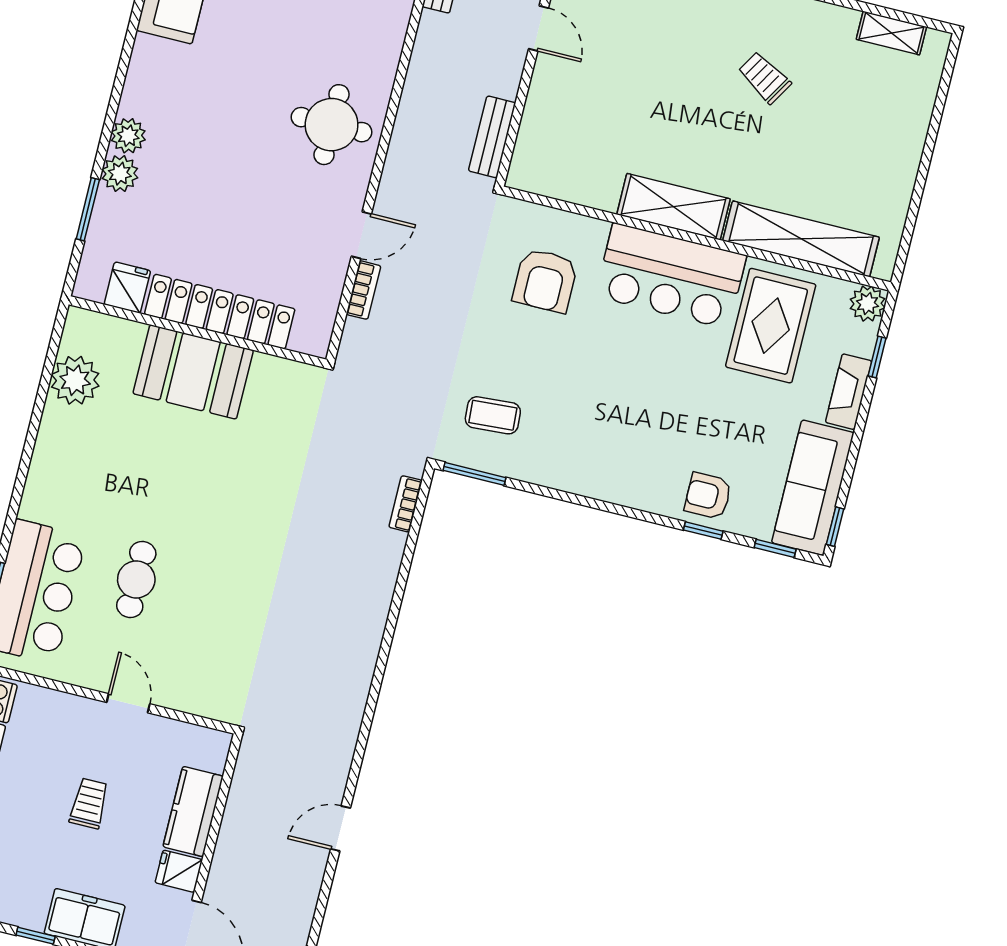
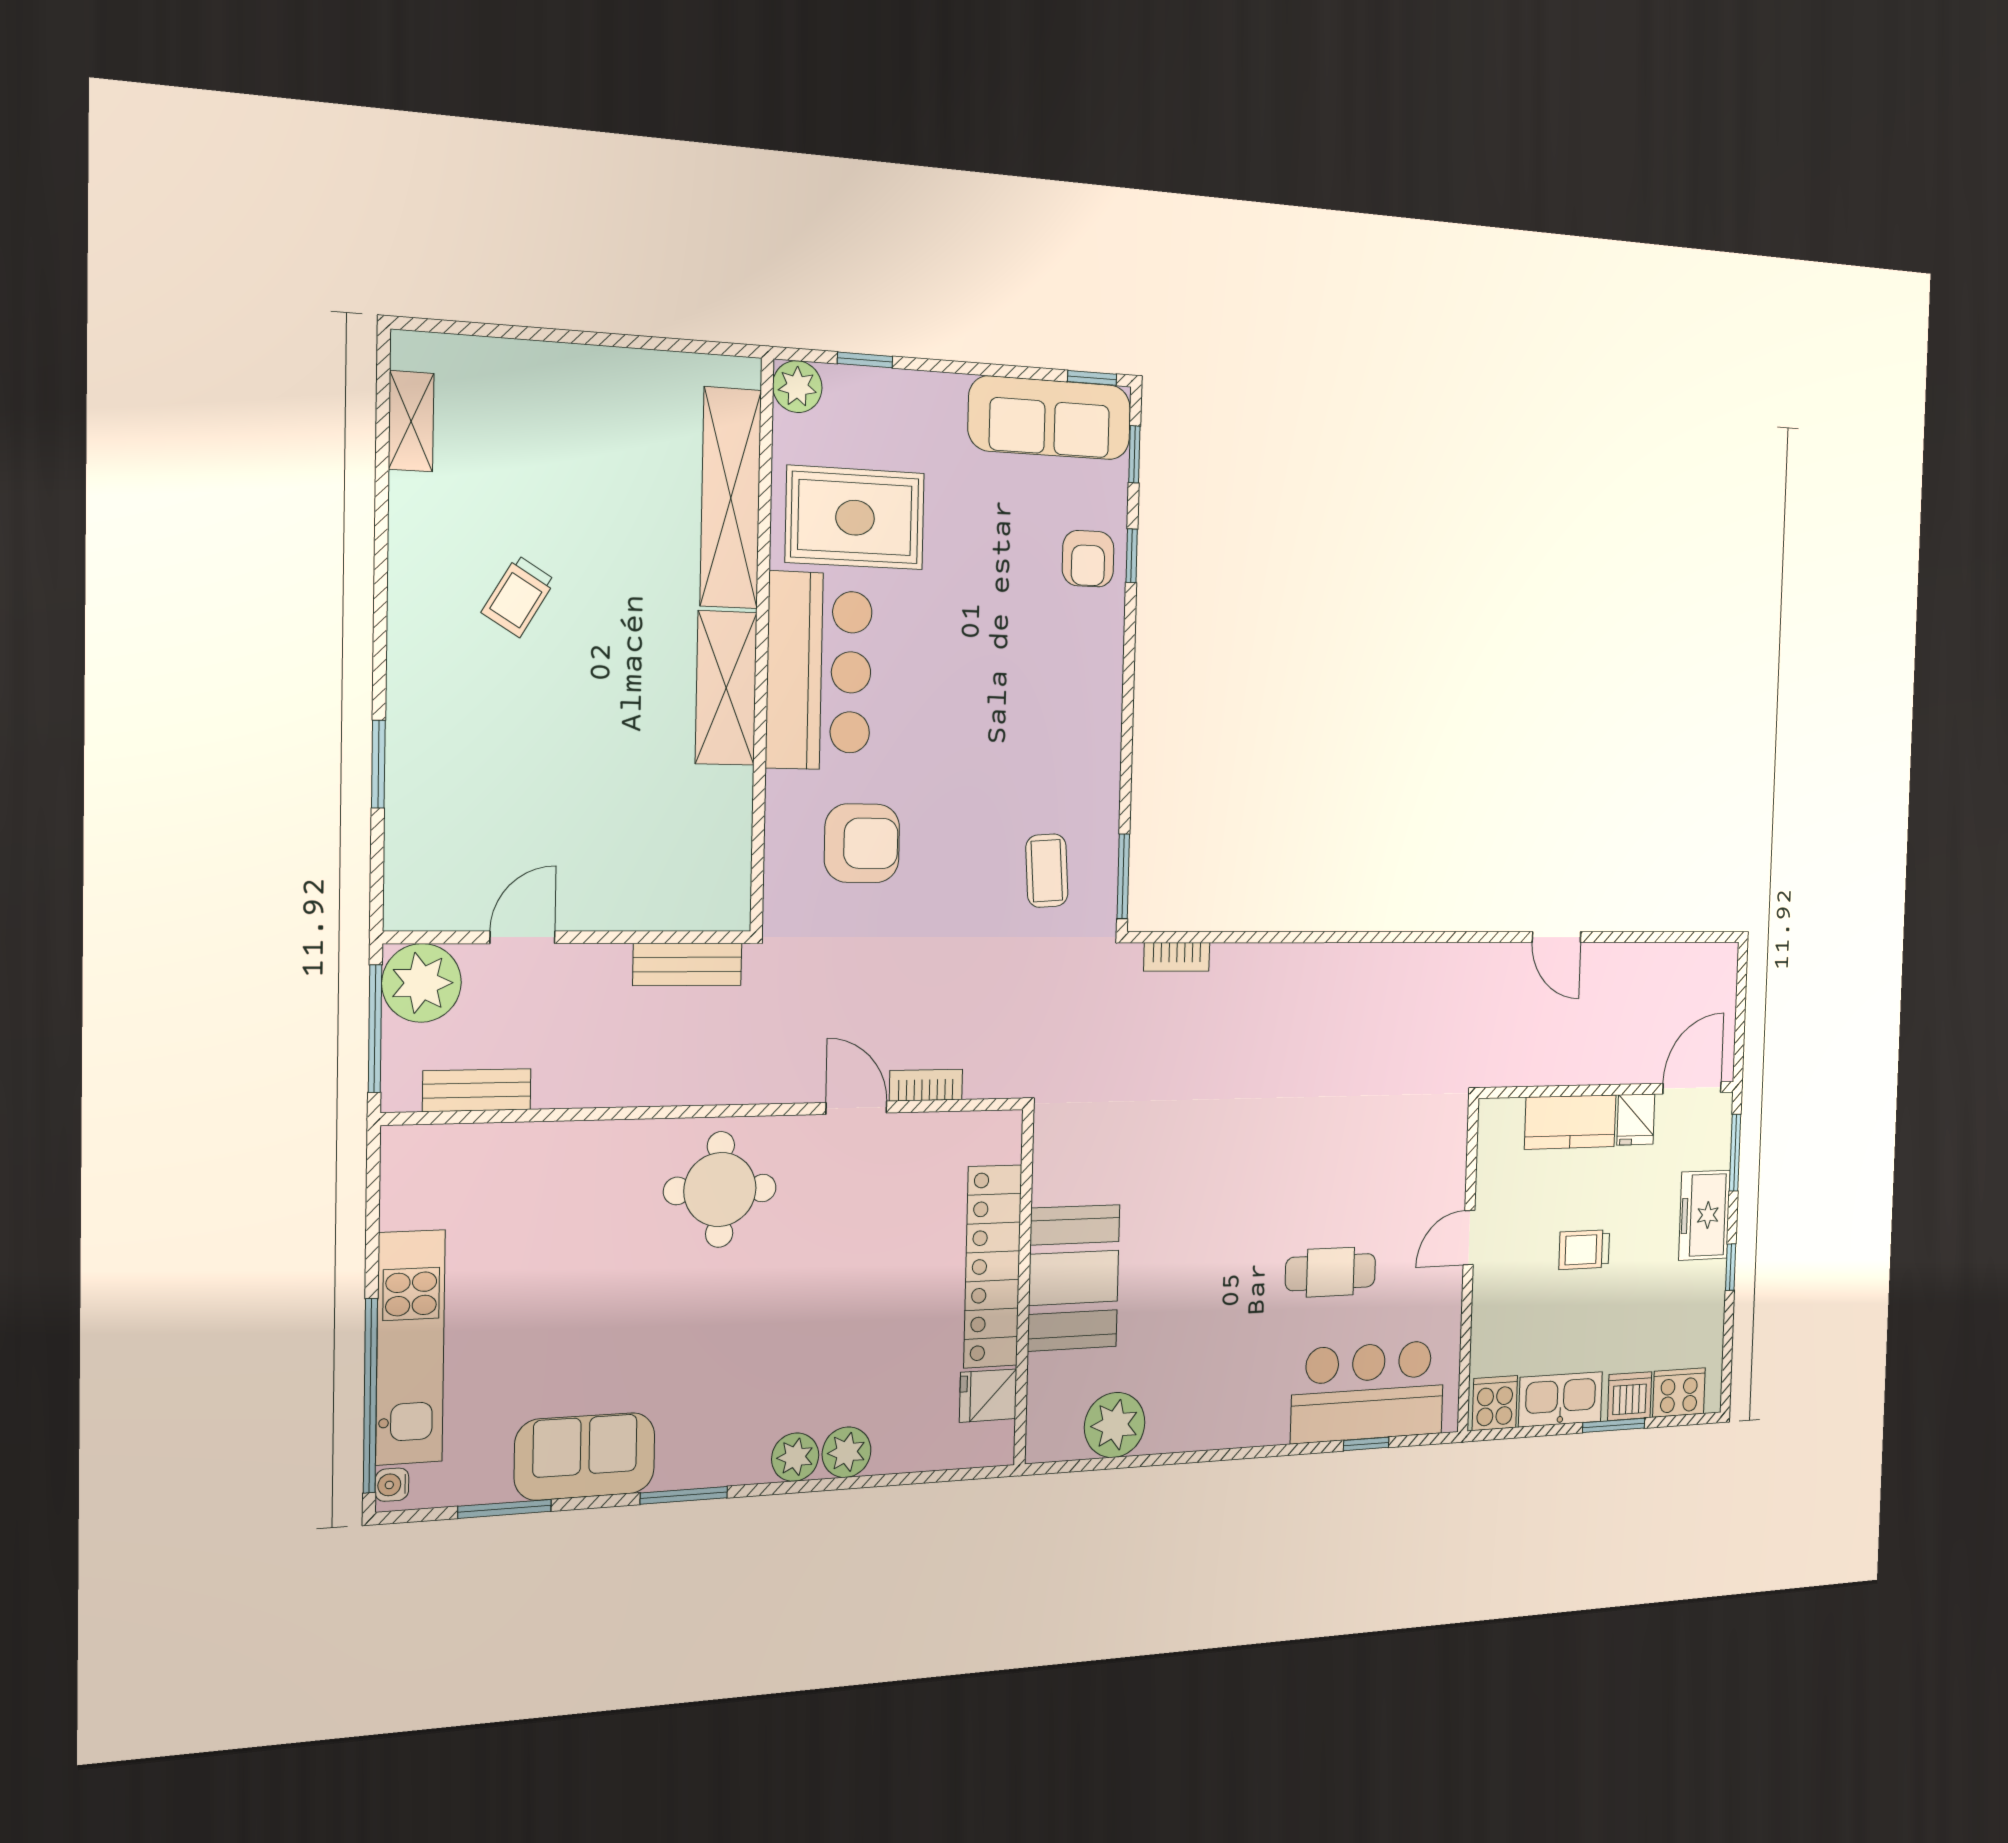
window: (88, 209) -> (684, 1495), moved
fireplace: (849, 392) -> (918, 392), removed

